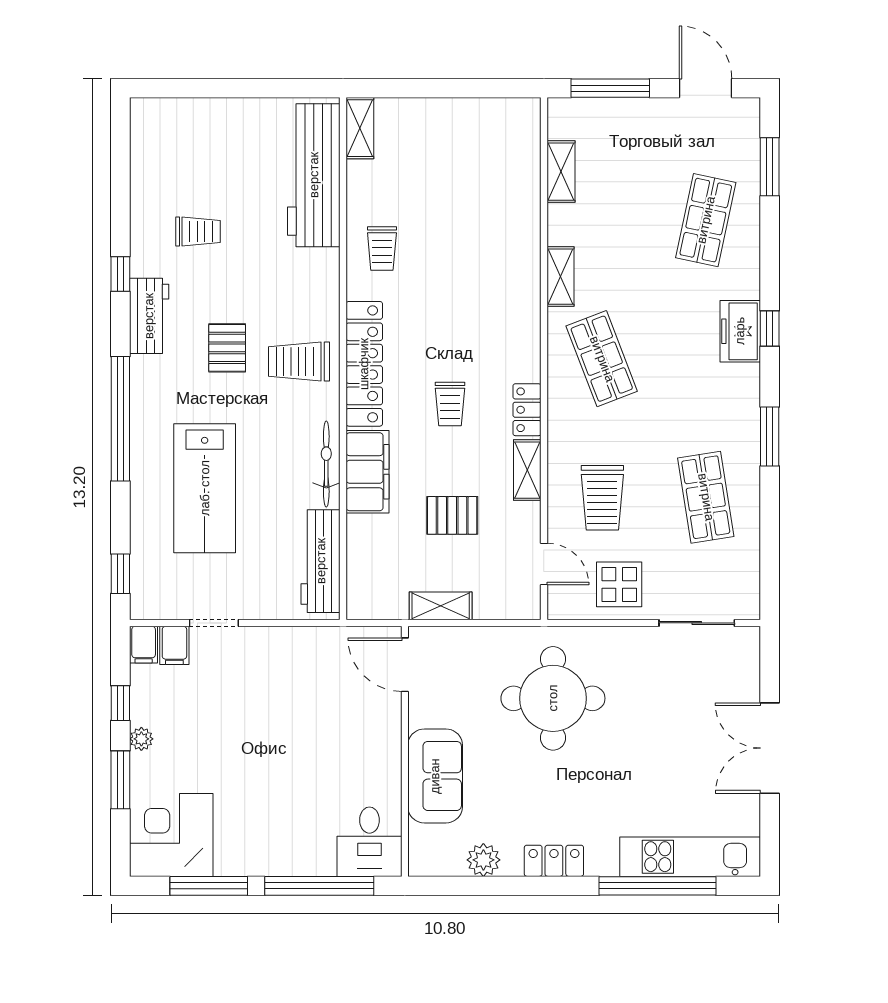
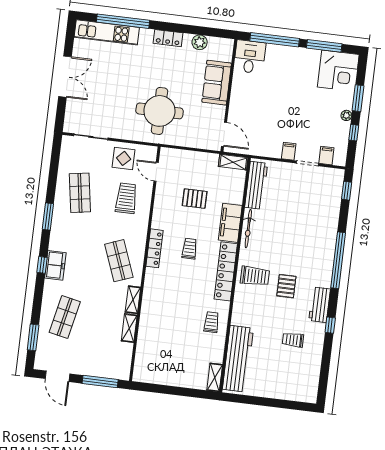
shelving: (561, 172) -> (129, 328), moved
locker: (527, 410) -> (154, 248), width x1.53
shelving: (527, 470) -> (158, 215), removed
lab bench: (205, 488) -> (304, 224), removed
shelving: (441, 606) -> (233, 162), moved
filing cabinet: (144, 645) -> (289, 151), moved

